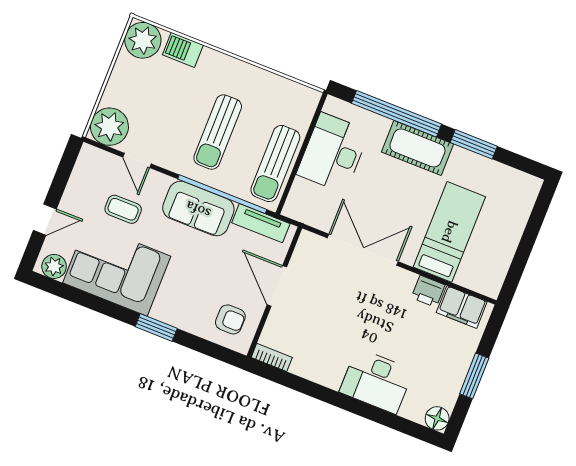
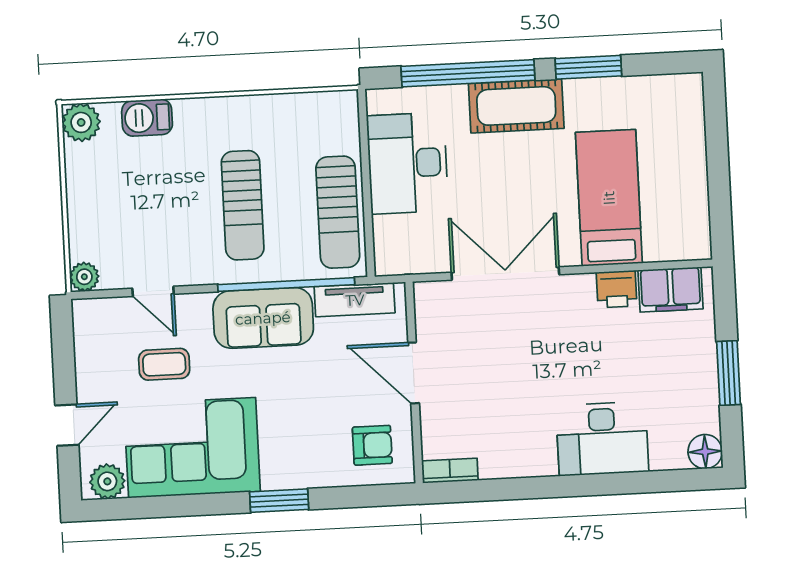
plant: (143, 40) -> (81, 122), width x0.73, depth x0.73
plant: (109, 127) -> (84, 277), width x0.53, depth x0.53

